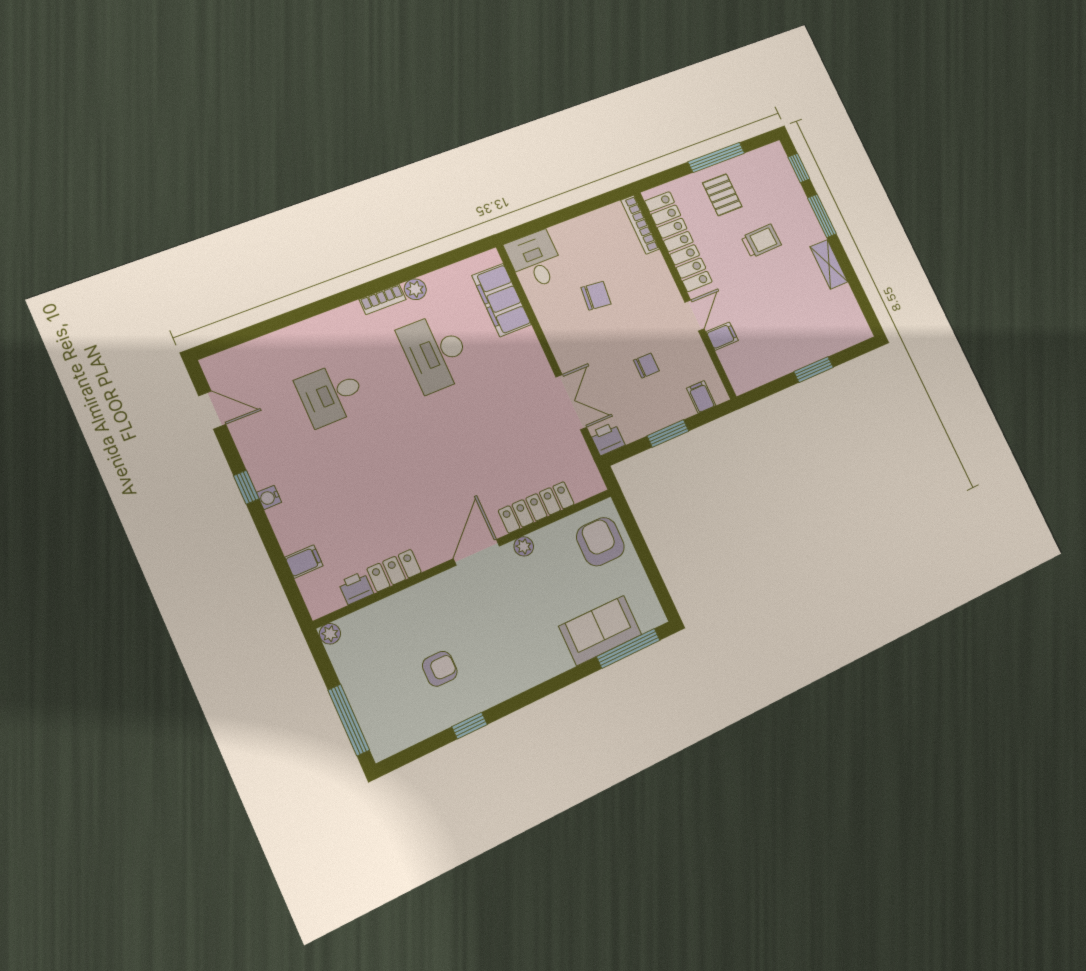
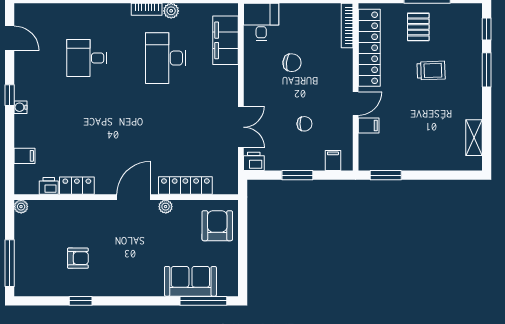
shelving: (829, 264) -> (474, 138), moved
window: (813, 370) -> (386, 175), moved

